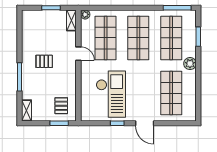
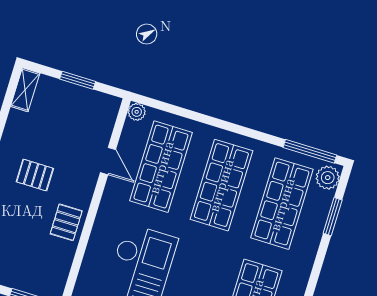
shelving: (71, 20) -> (25, 90), moved
door: (78, 54) -> (108, 161), moved
plant: (190, 64) -> (328, 178), moved
pallet: (61, 106) -> (66, 222), moved

